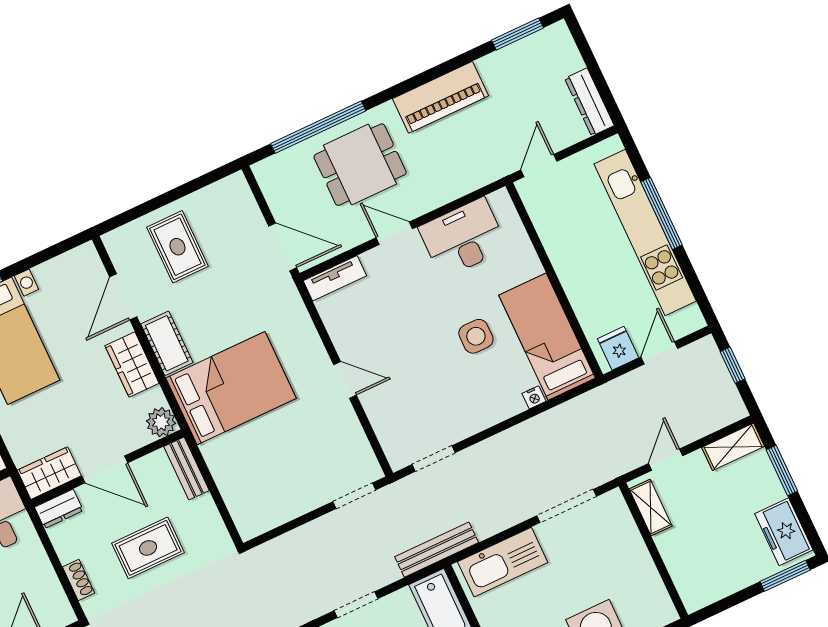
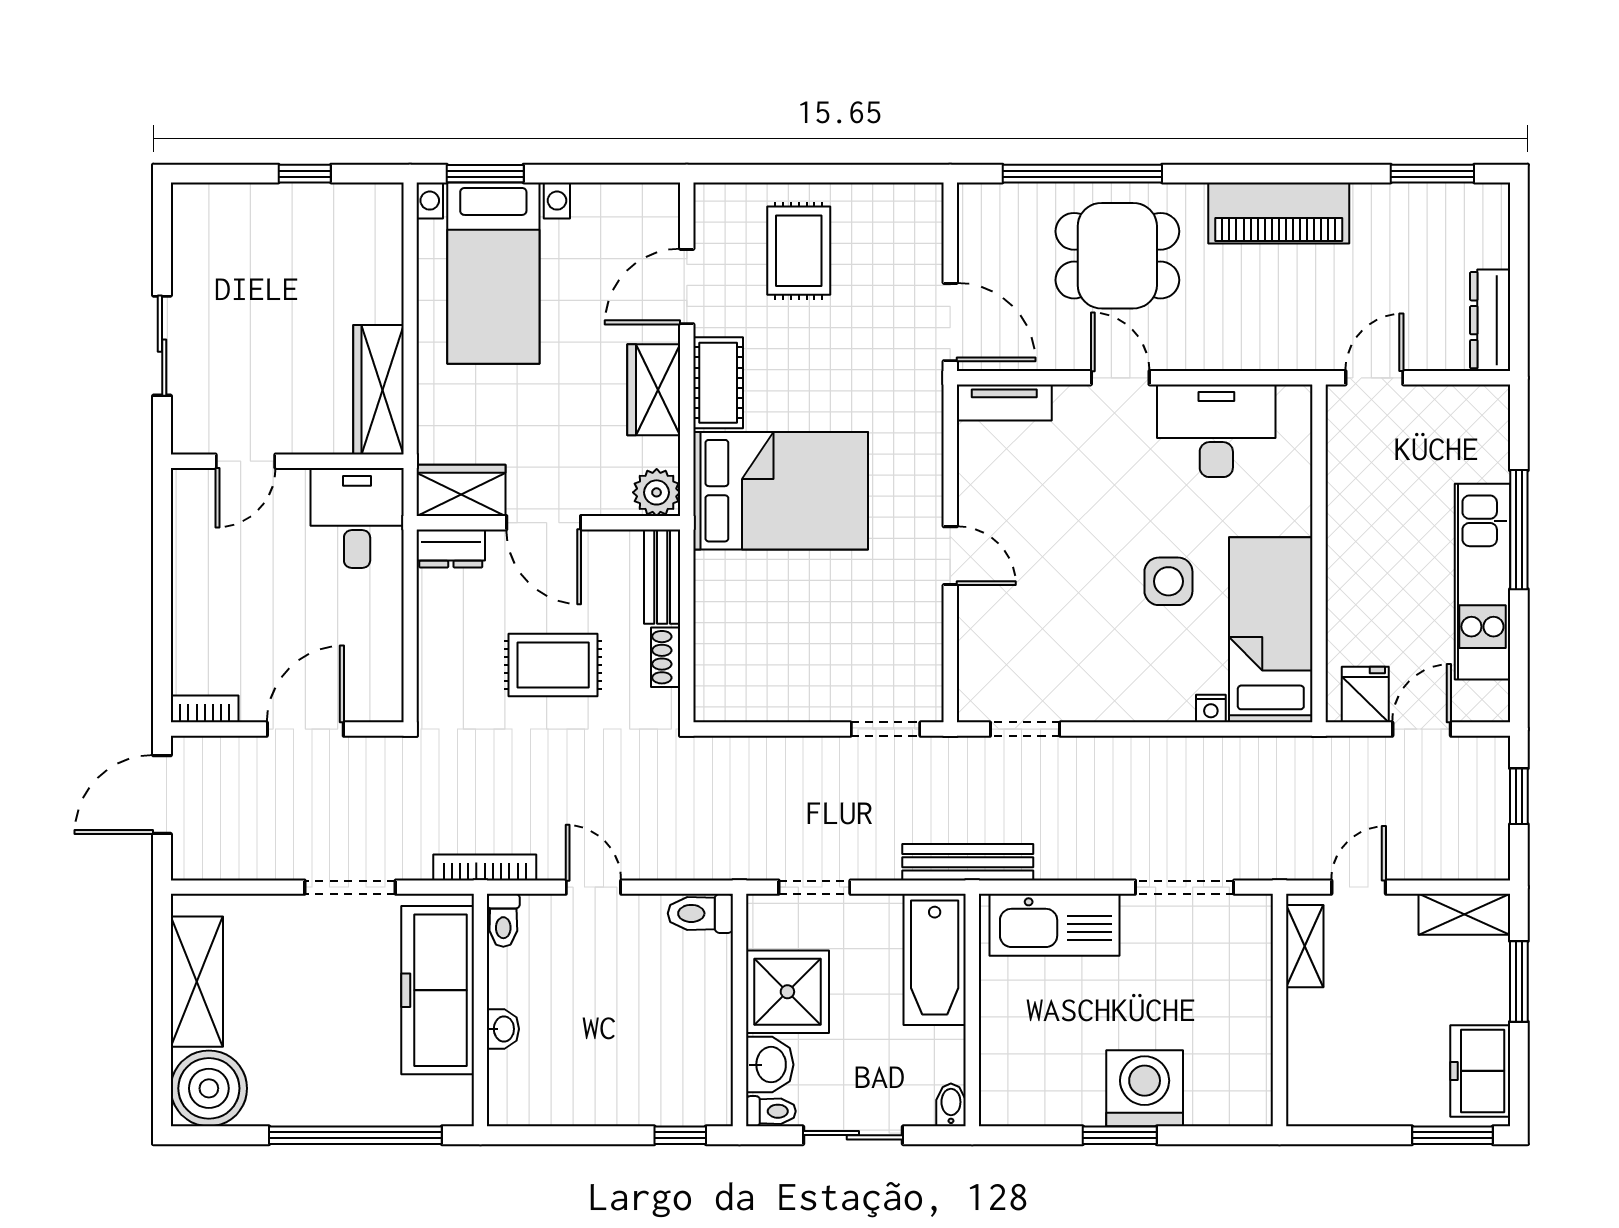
kitchen unit: (645, 232) -> (1482, 582), width x0.73
shoe rack: (79, 580) -> (666, 657), moved, turned 180

